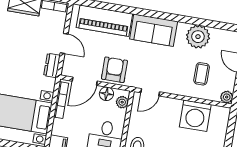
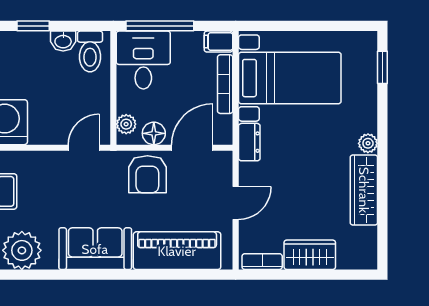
door: (64, 43) -> (236, 203), swing flipped
dresser: (52, 65) -> (249, 142), moved
bookcase: (61, 100) -> (225, 84), moved

